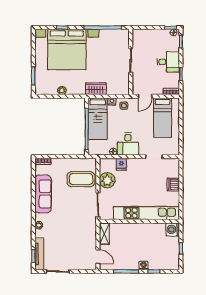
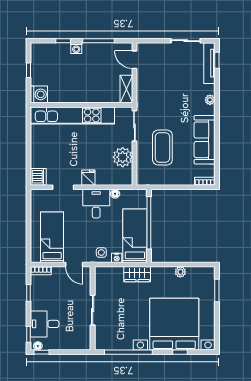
desk: (168, 62) -> (45, 324), moved
door: (145, 96) -> (74, 264), swing flipped
fridge: (121, 164) -> (88, 178), moved
coffee table: (81, 179) -> (162, 148), moved, turned 90
dishwasher: (173, 185) -> (38, 177), moved

